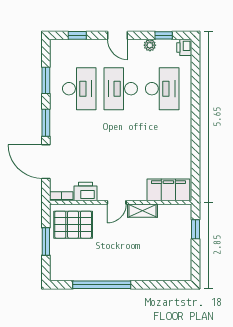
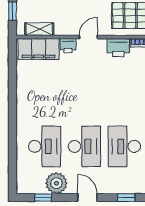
plant: (150, 45) -> (56, 183), width x1.87, depth x1.87
printer: (184, 47) -> (68, 46), moved, turned 90
desk: (162, 89) -> (45, 146), turned 180
shelving: (142, 211) -> (39, 29), moved

